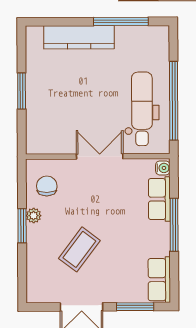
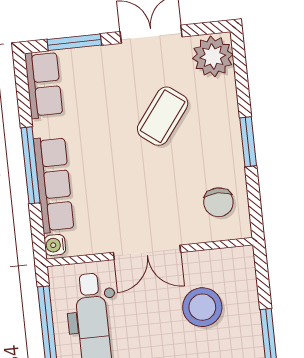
stool: (65, 115) -> (202, 307), added
row of seats: (159, 199) -> (54, 185), width x1.48
plant: (34, 216) -> (213, 56), moved, width x1.88, depth x1.88

